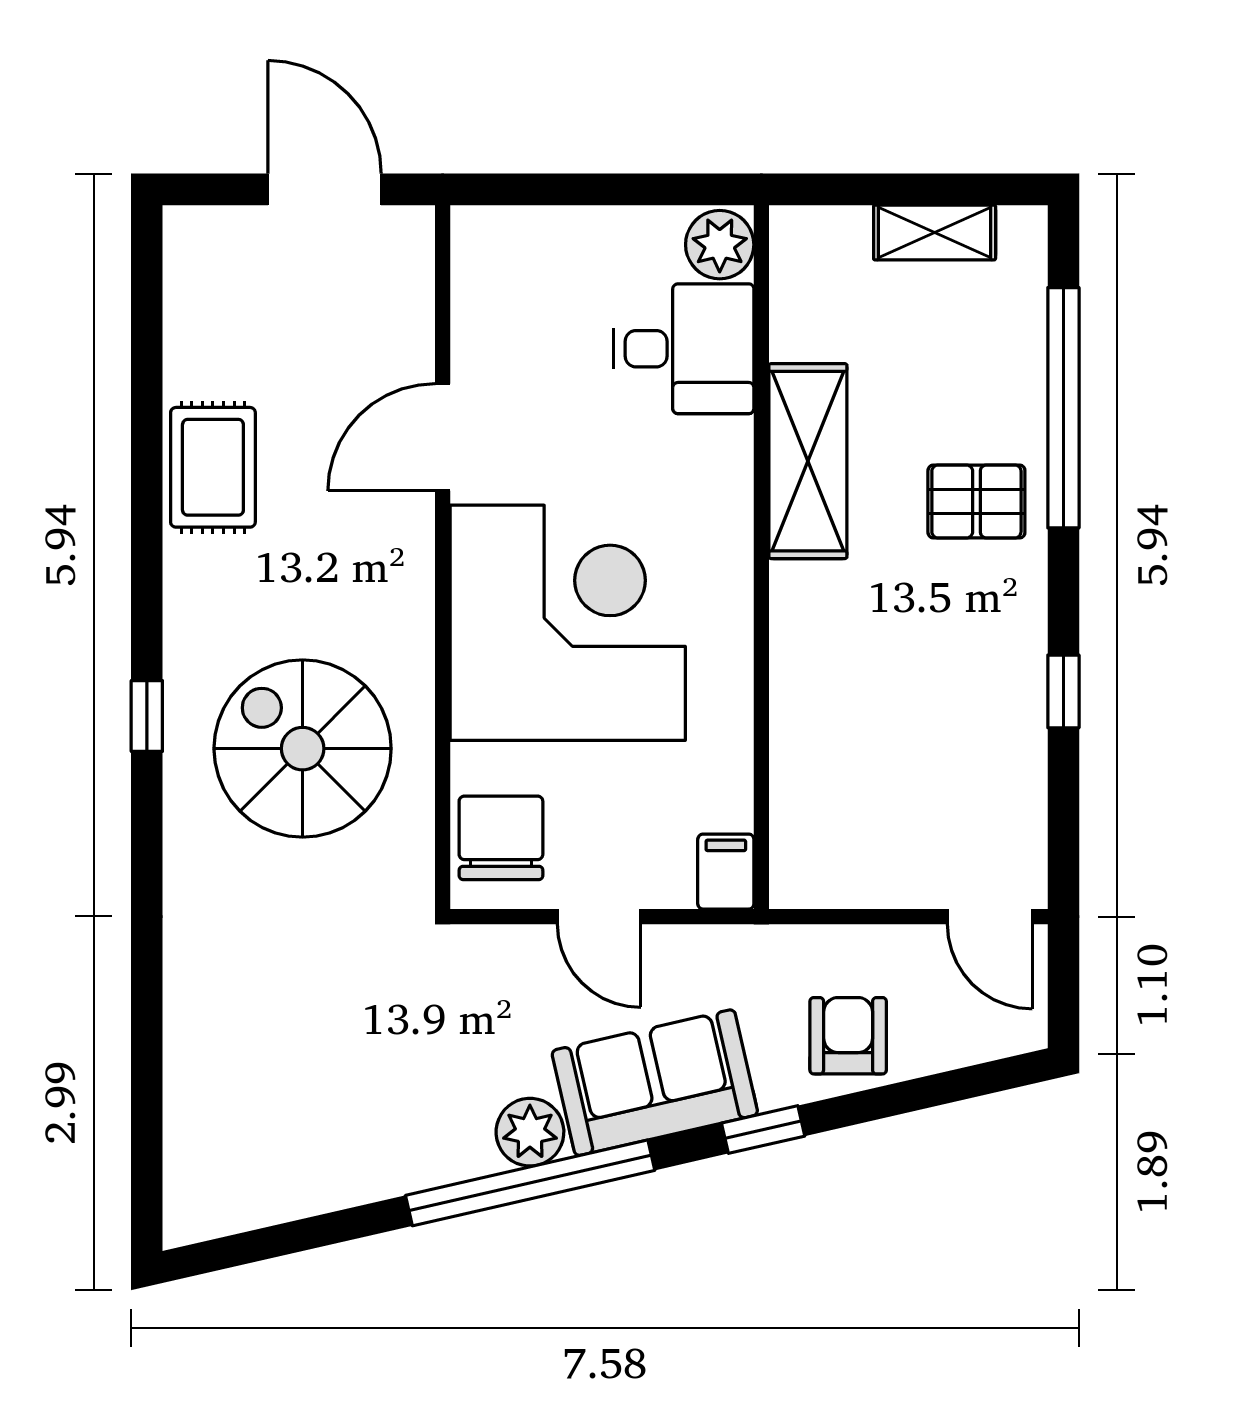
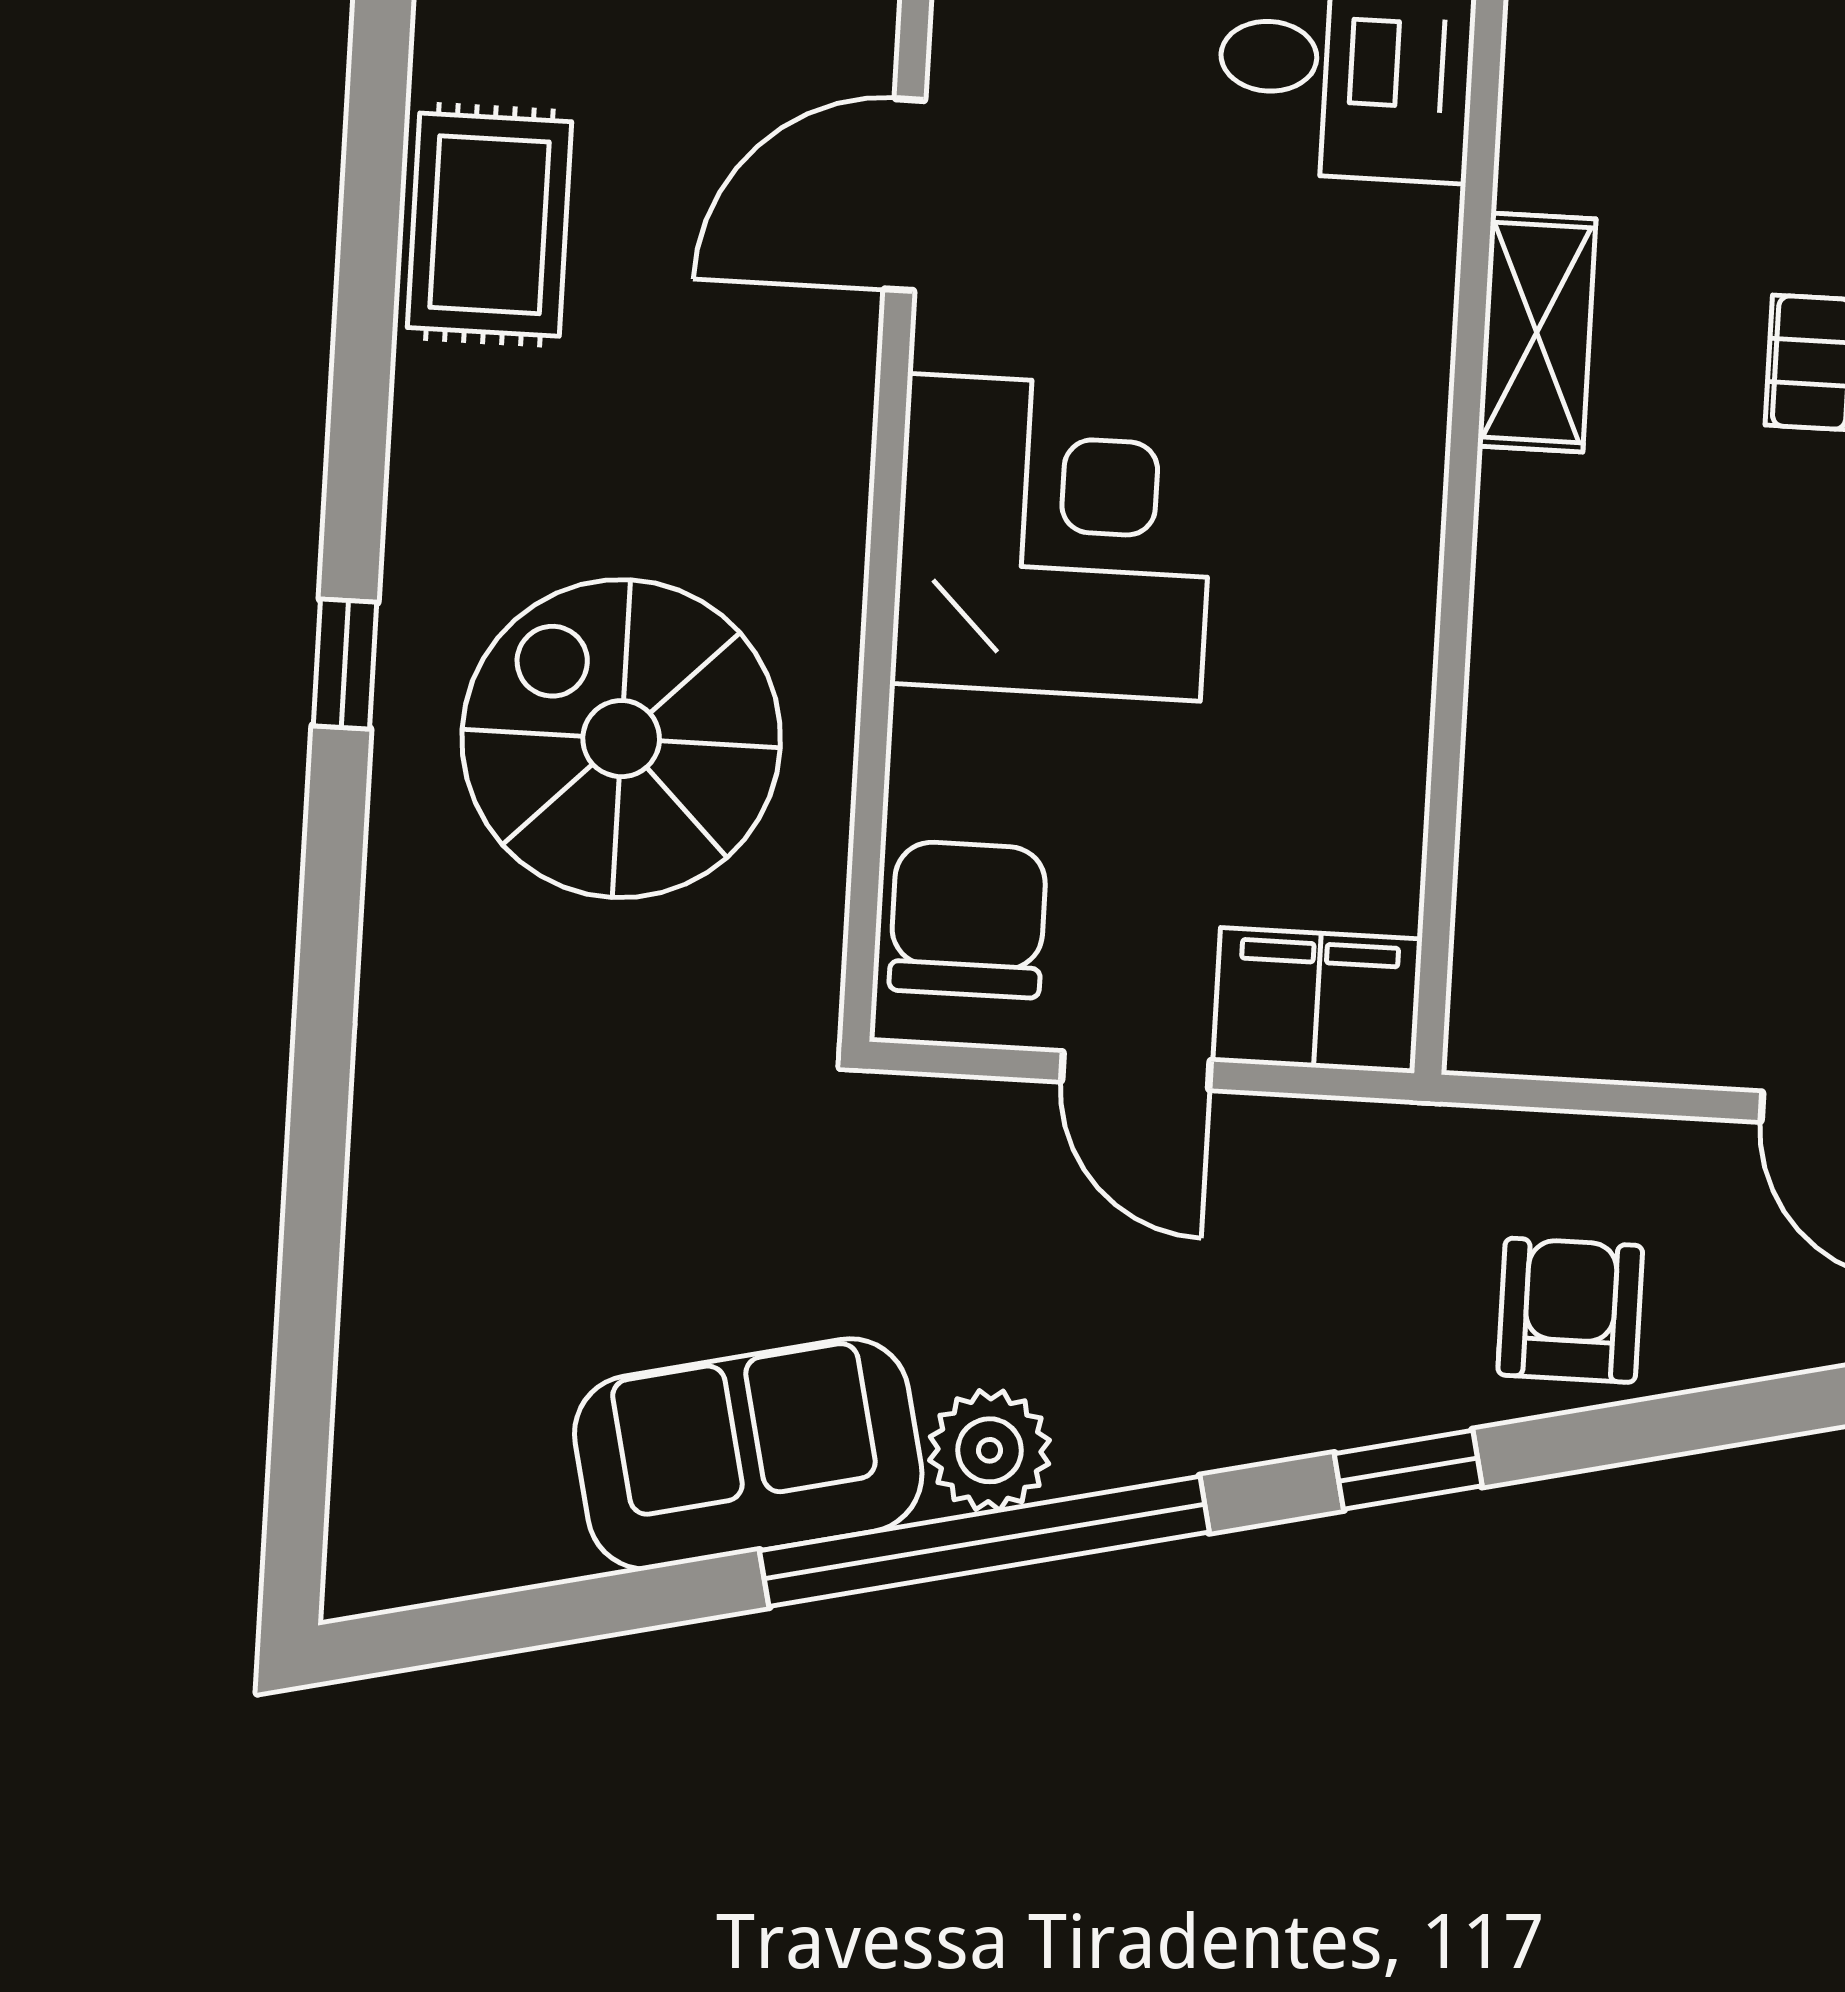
shelving: (808, 461) -> (1537, 332), width x0.67, depth x0.75
corner desk: (568, 623) -> (1054, 537), width x0.74, depth x0.74
filing cabinet: (726, 872) -> (1317, 1000), width x2.00
sofa: (655, 1083) -> (748, 1454), moved

